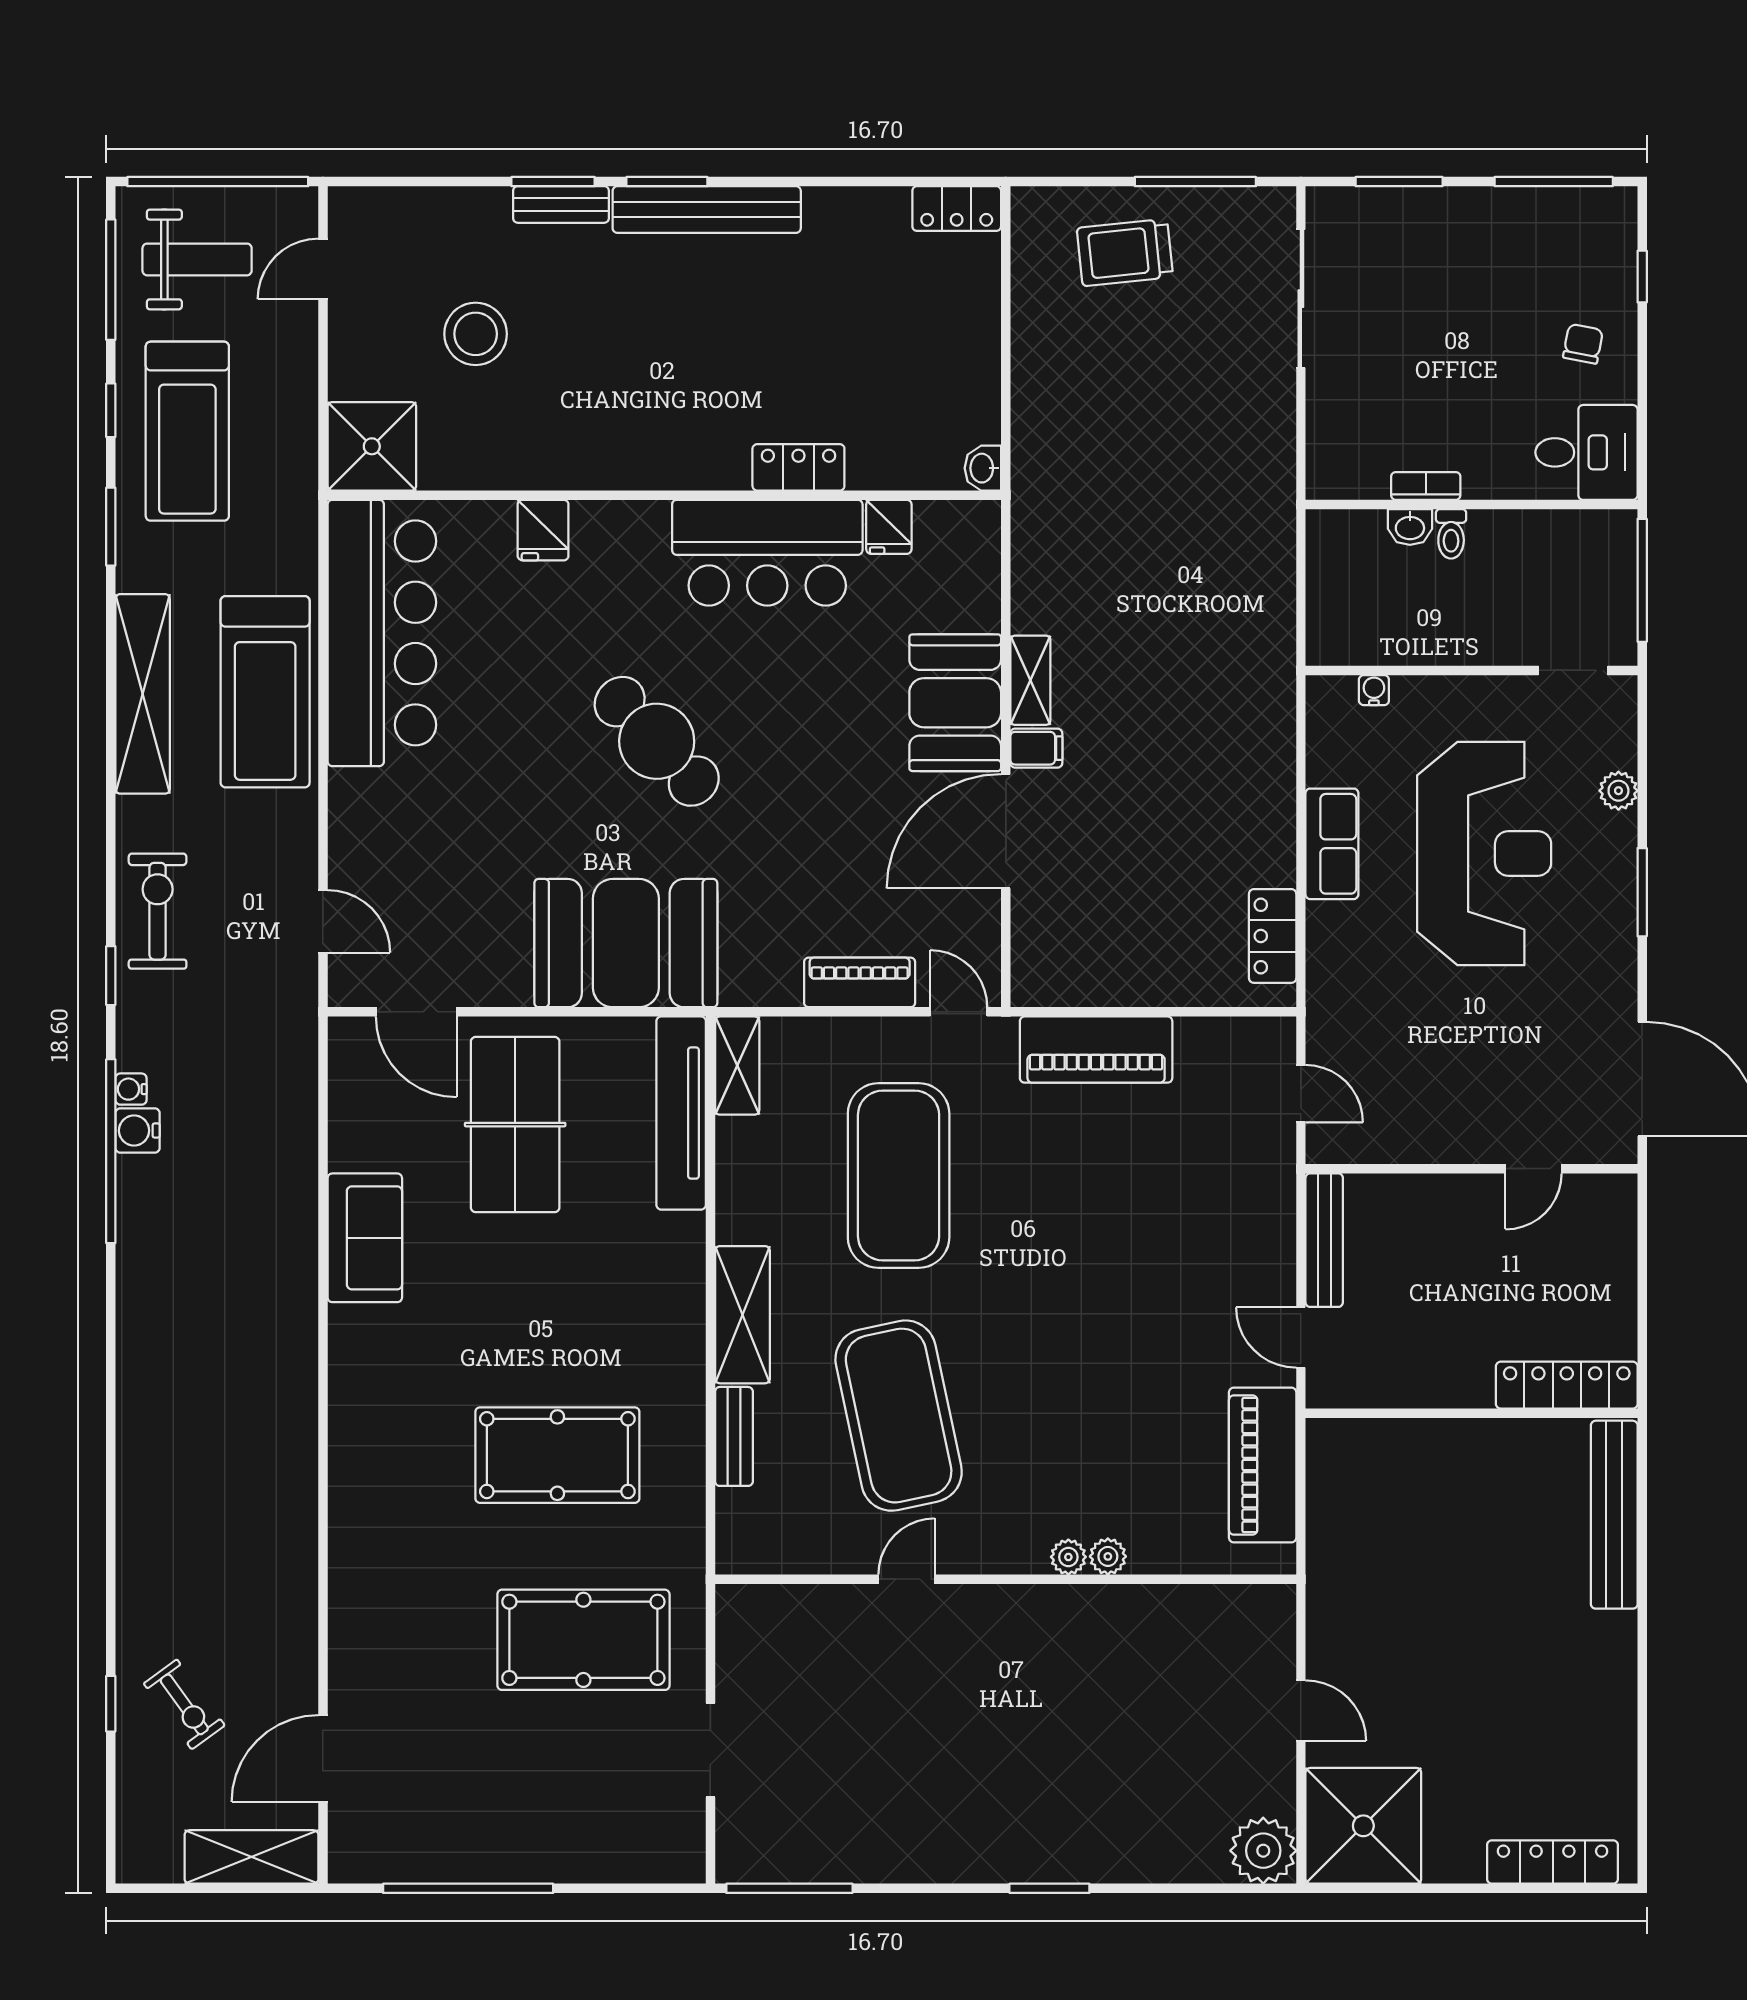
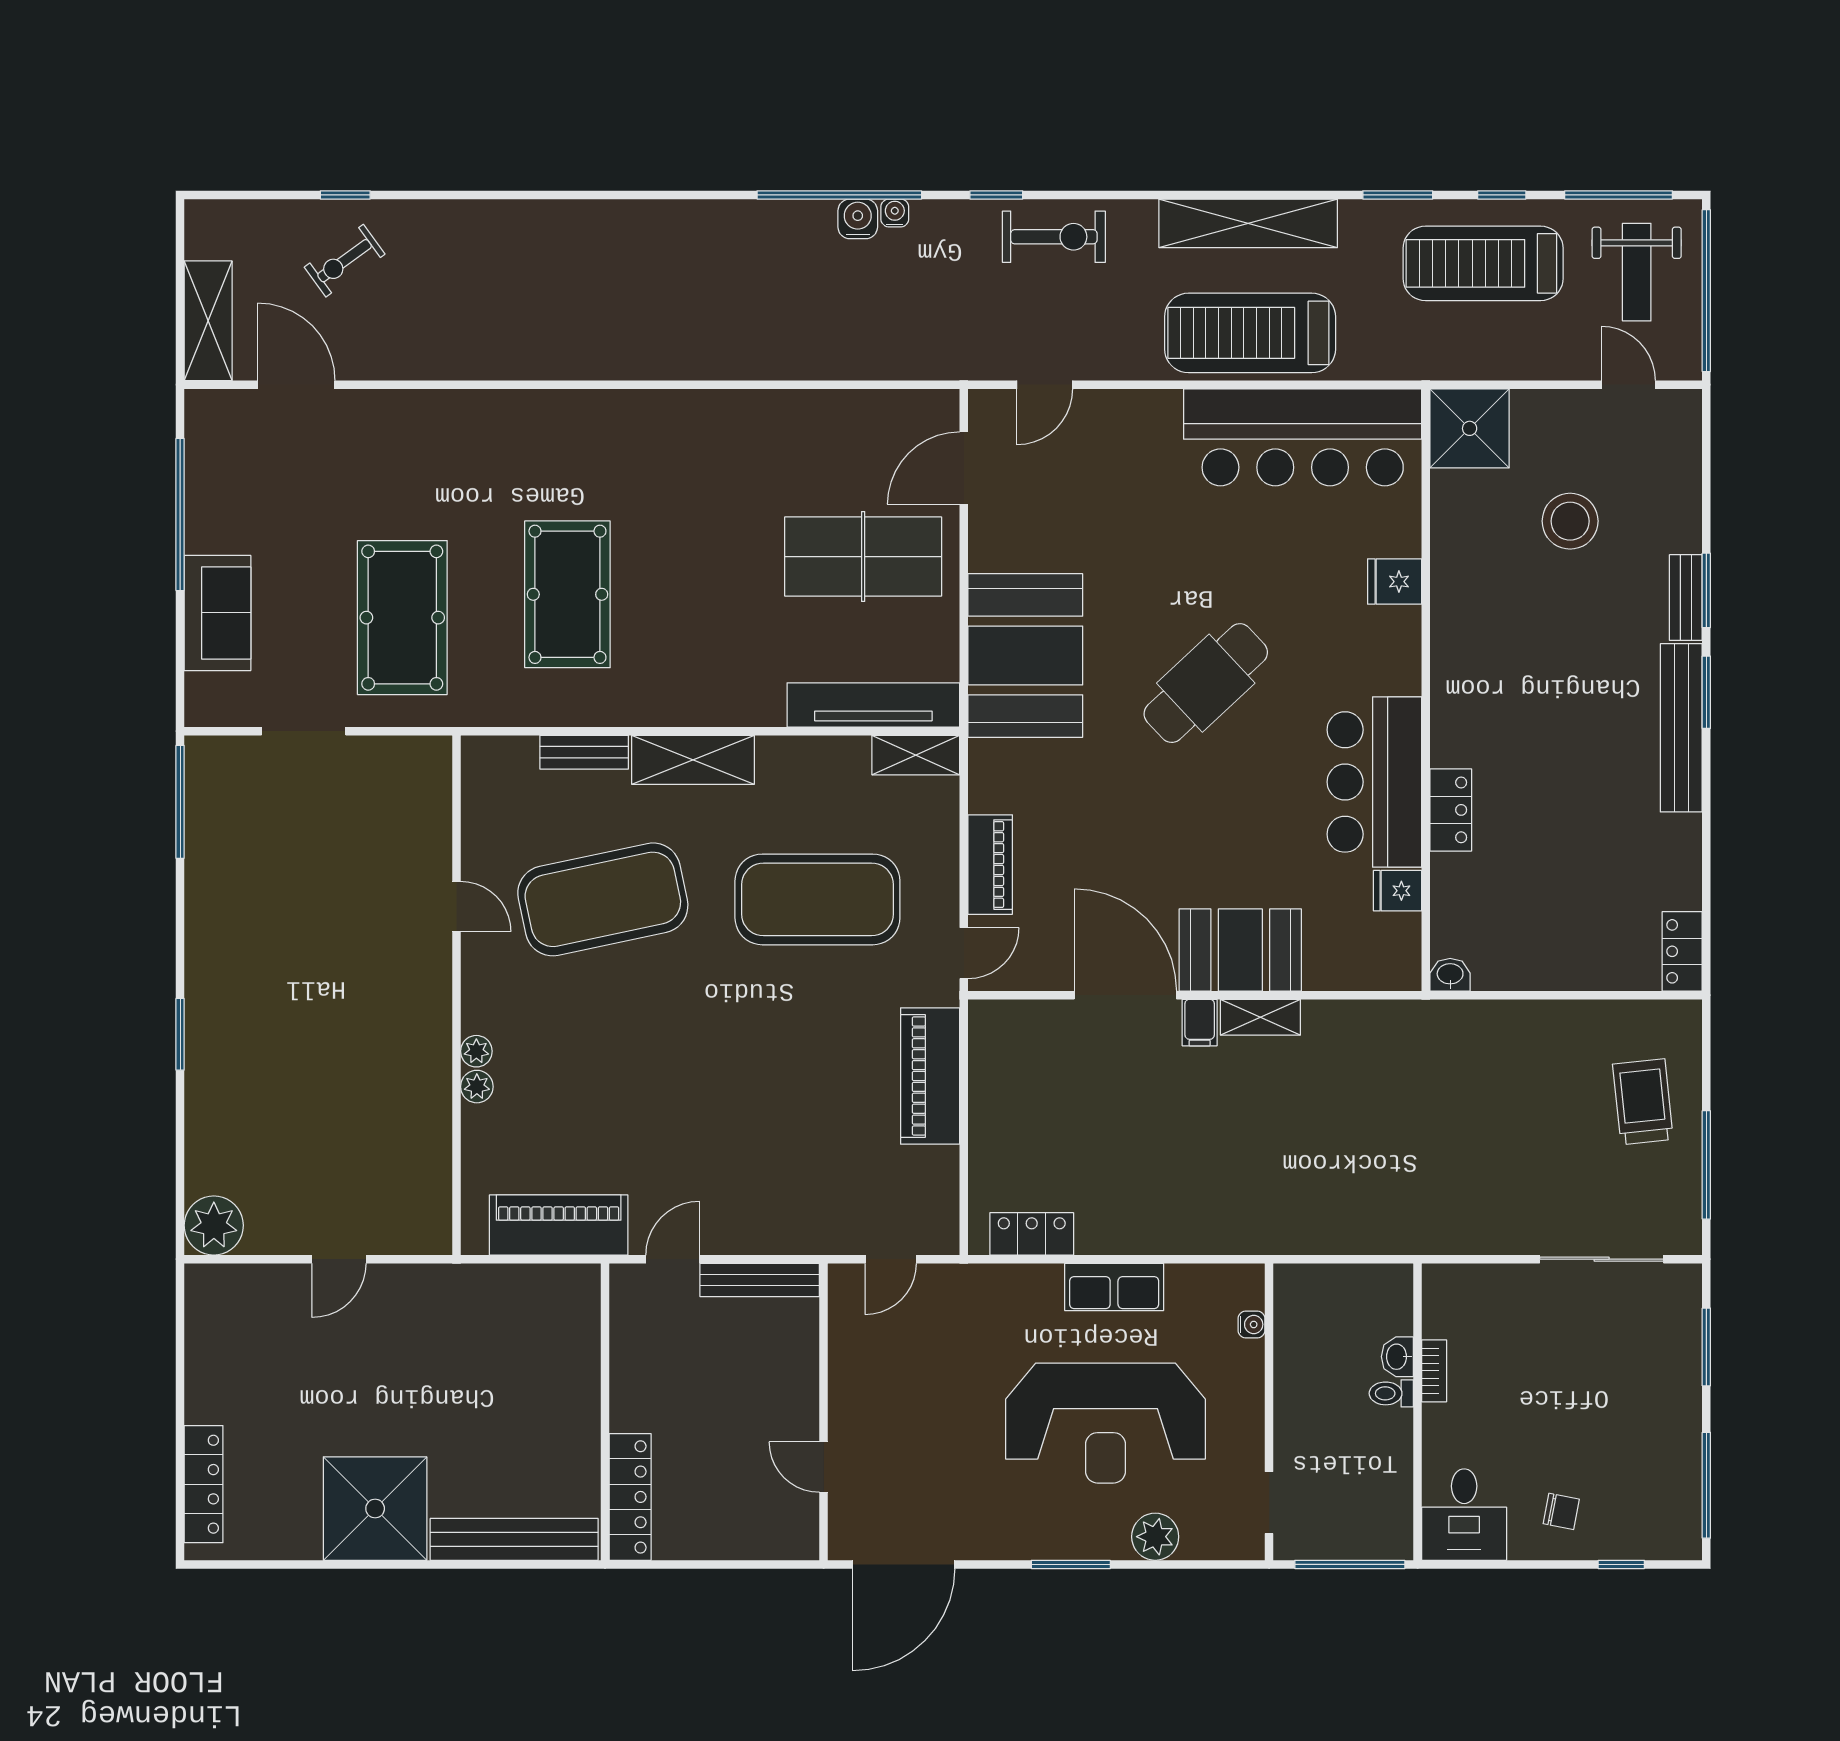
plant: (1618, 791) -> (1155, 1537), width x1.38, depth x1.38
sofa: (365, 1238) -> (218, 613), moved, turned -90
shower: (1363, 1826) -> (375, 1509), moved

